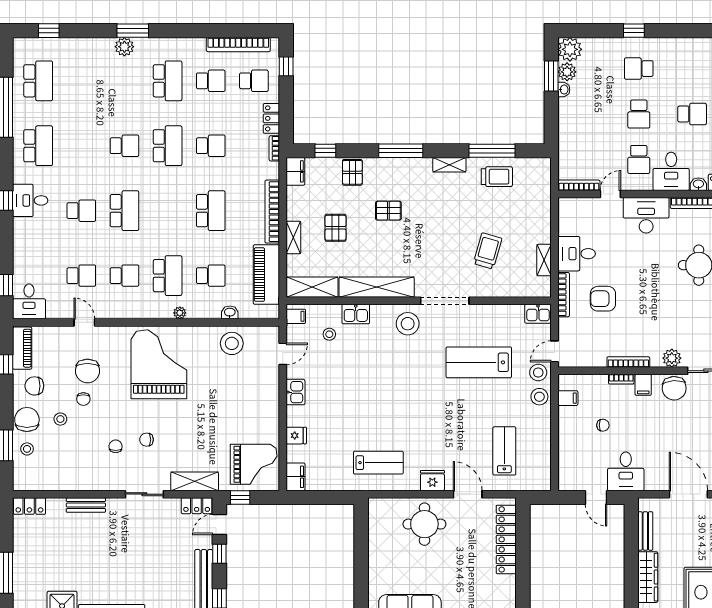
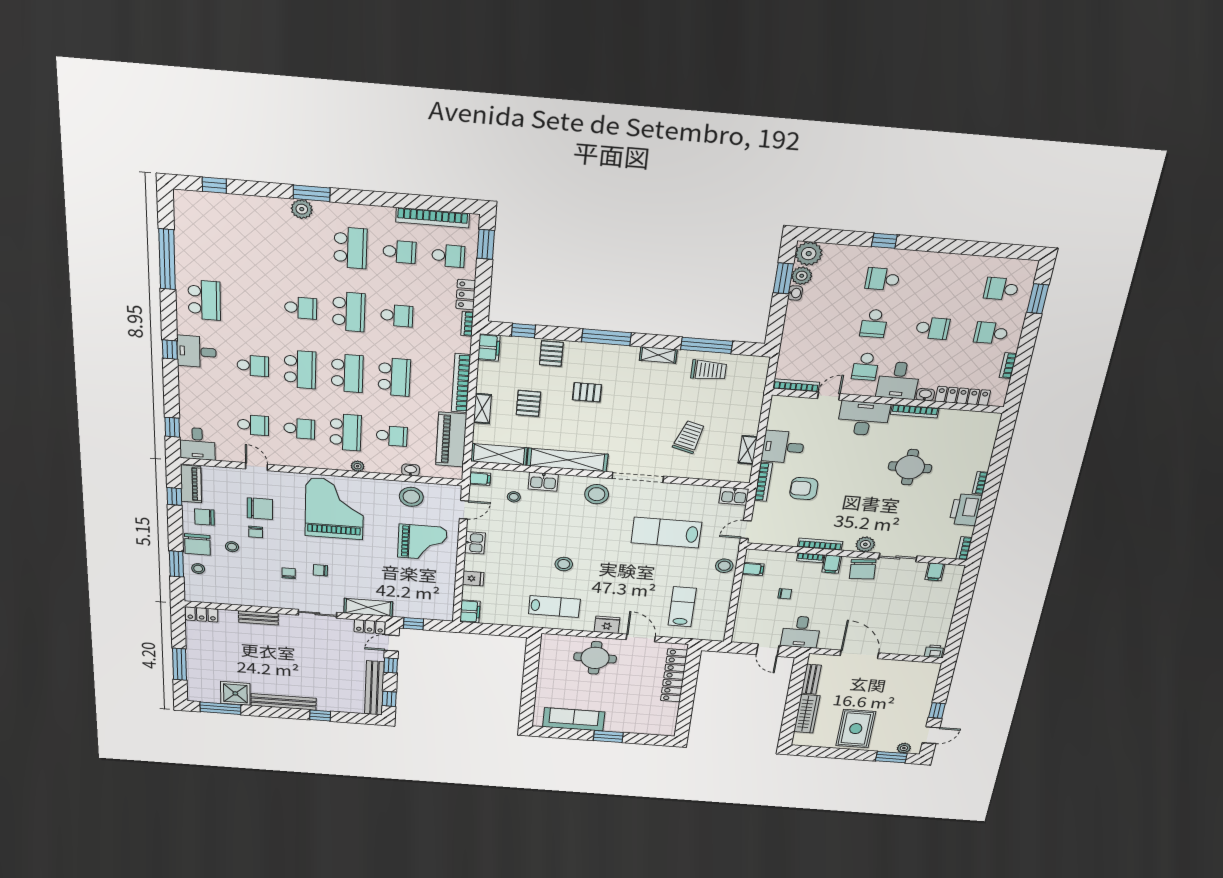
window: (286, 66) -> (486, 244), width x1.50
school desk: (38, 81) -> (347, 373), moved
chair: (87, 371) -> (260, 509), turned -90
stool: (538, 372) -> (564, 564), moved
chair: (27, 420) -> (197, 544), turned 180
grand piano: (254, 464) -> (422, 542), moved

